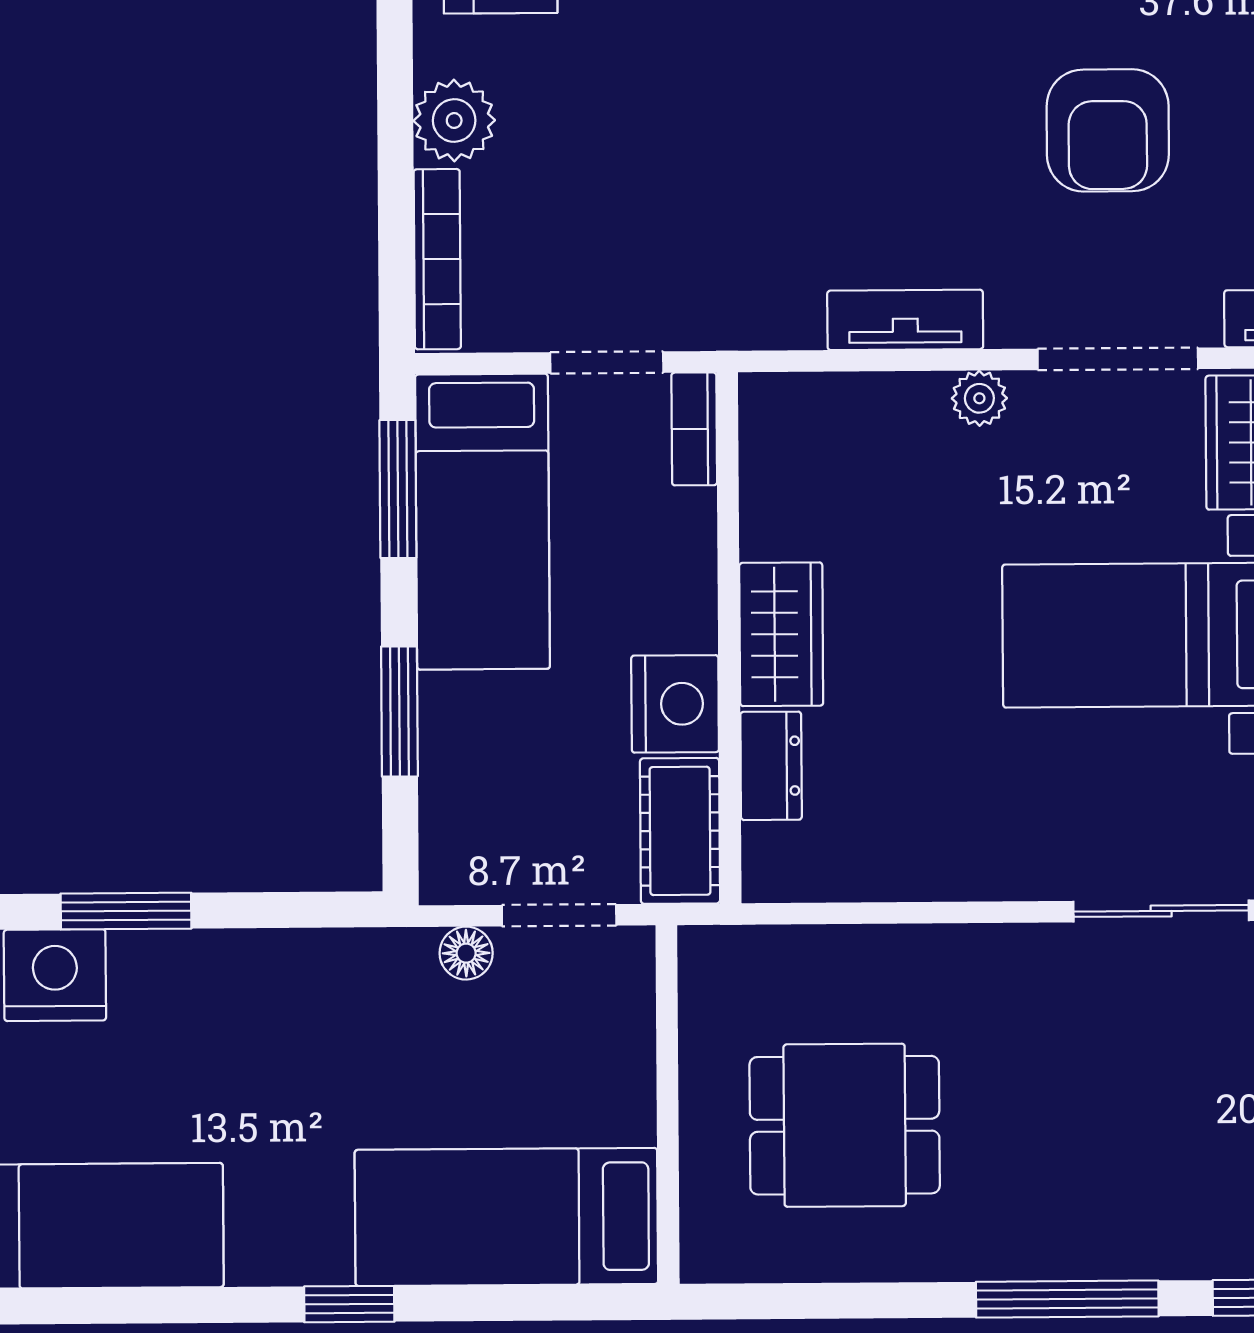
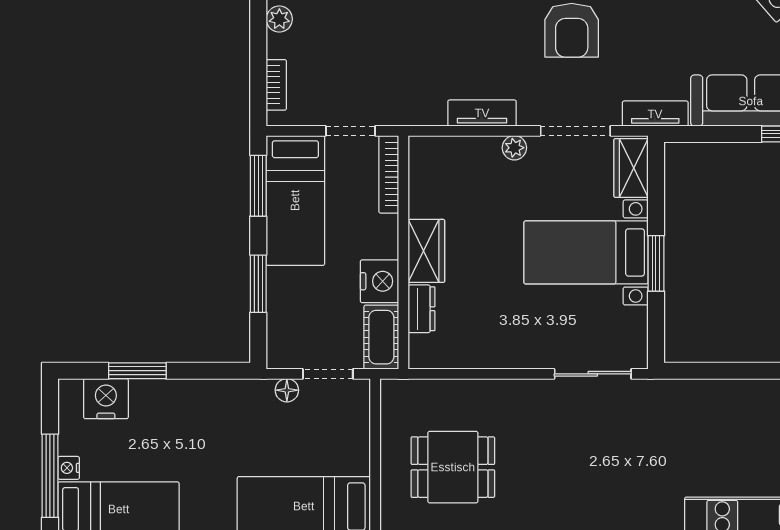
plant: (454, 120) -> (279, 19), width x0.73, depth x0.73
bookcase: (437, 259) -> (276, 85), width x0.64
bookcase: (694, 429) -> (389, 174), width x1.56

